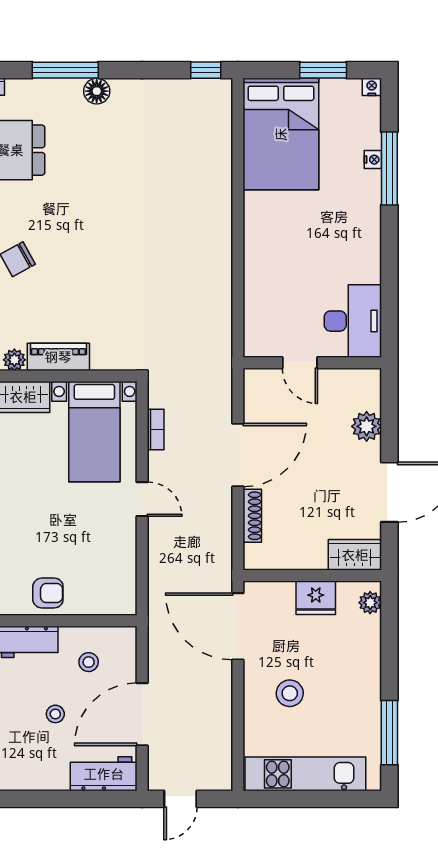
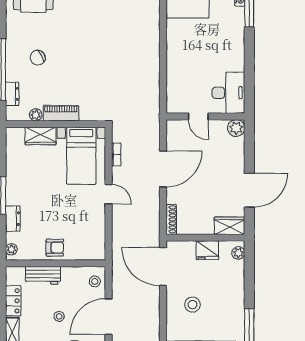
plant: (367, 426) -> (236, 128), moved
shoe rack: (252, 516) -> (171, 219), moved
stool: (89, 662) -> (95, 281), moved

